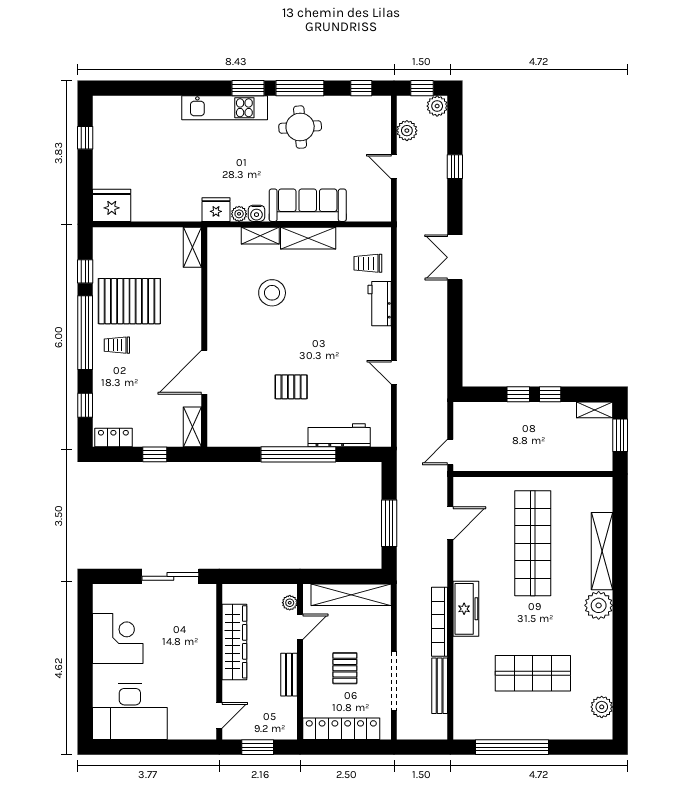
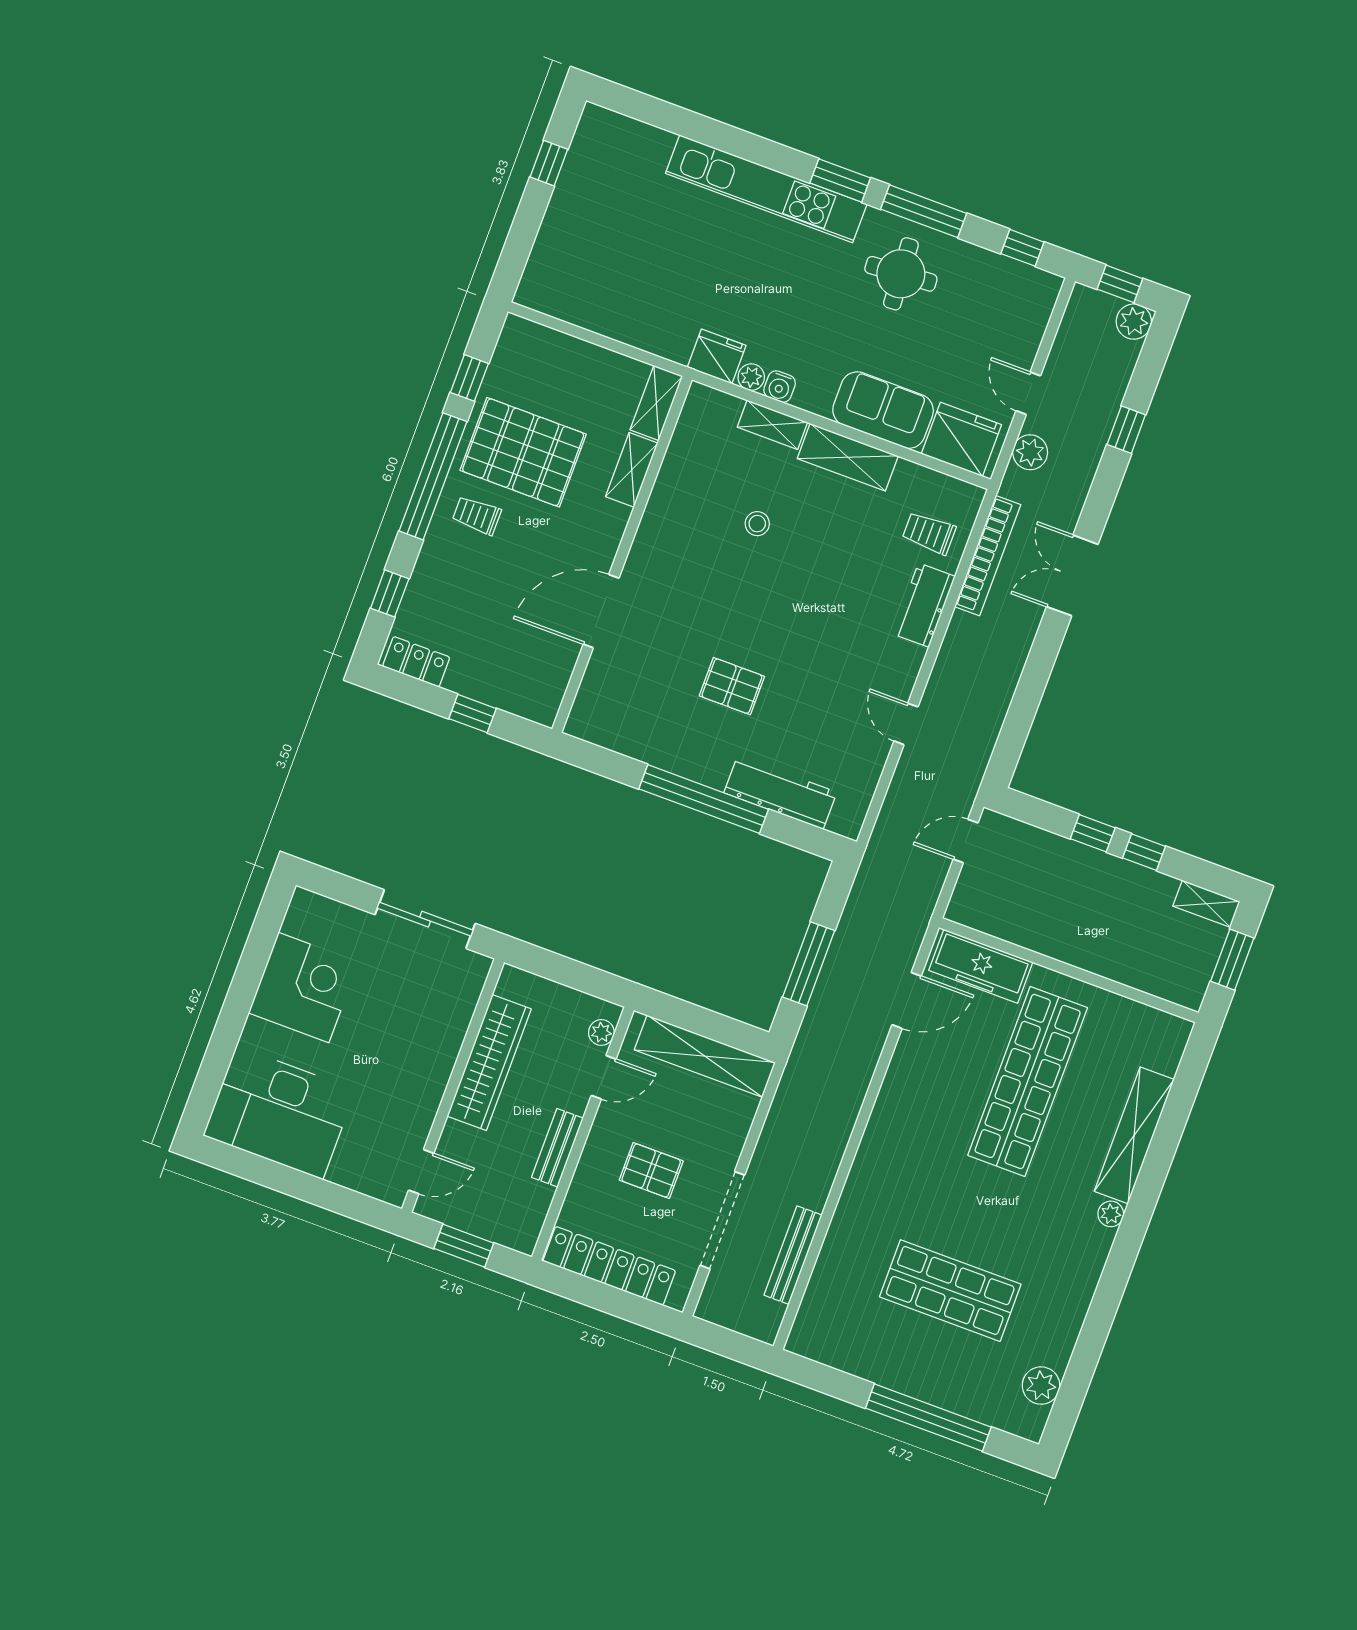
kitchen unit: (225, 108) -> (766, 189), width x1.36
plant: (407, 131) -> (1030, 452), moved
fridge: (112, 205) -> (961, 439), moved
sofa: (308, 205) -> (883, 410), width x0.73
stool: (272, 293) -> (757, 524), width x0.53, depth x0.53
shelving: (192, 427) -> (632, 470), moved
door: (450, 452) -> (966, 841), moved
plant: (599, 605) -> (1111, 1214), width x0.53, depth x0.53
freezer: (466, 609) -> (981, 966), moved, turned 90
bookcase: (440, 622) -> (988, 556), moved, turned 180
pallet: (345, 668) -> (651, 1170), turned 90
window: (512, 747) -> (928, 1418), moved

